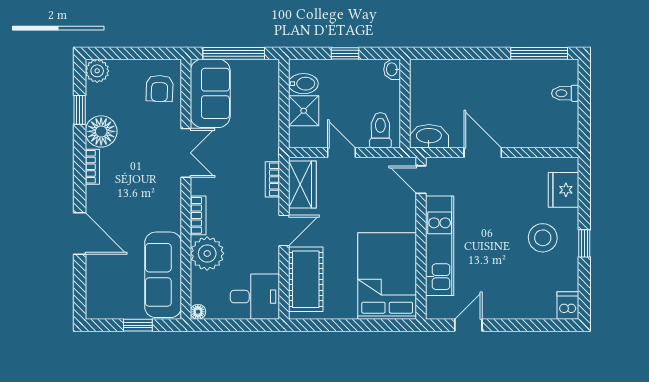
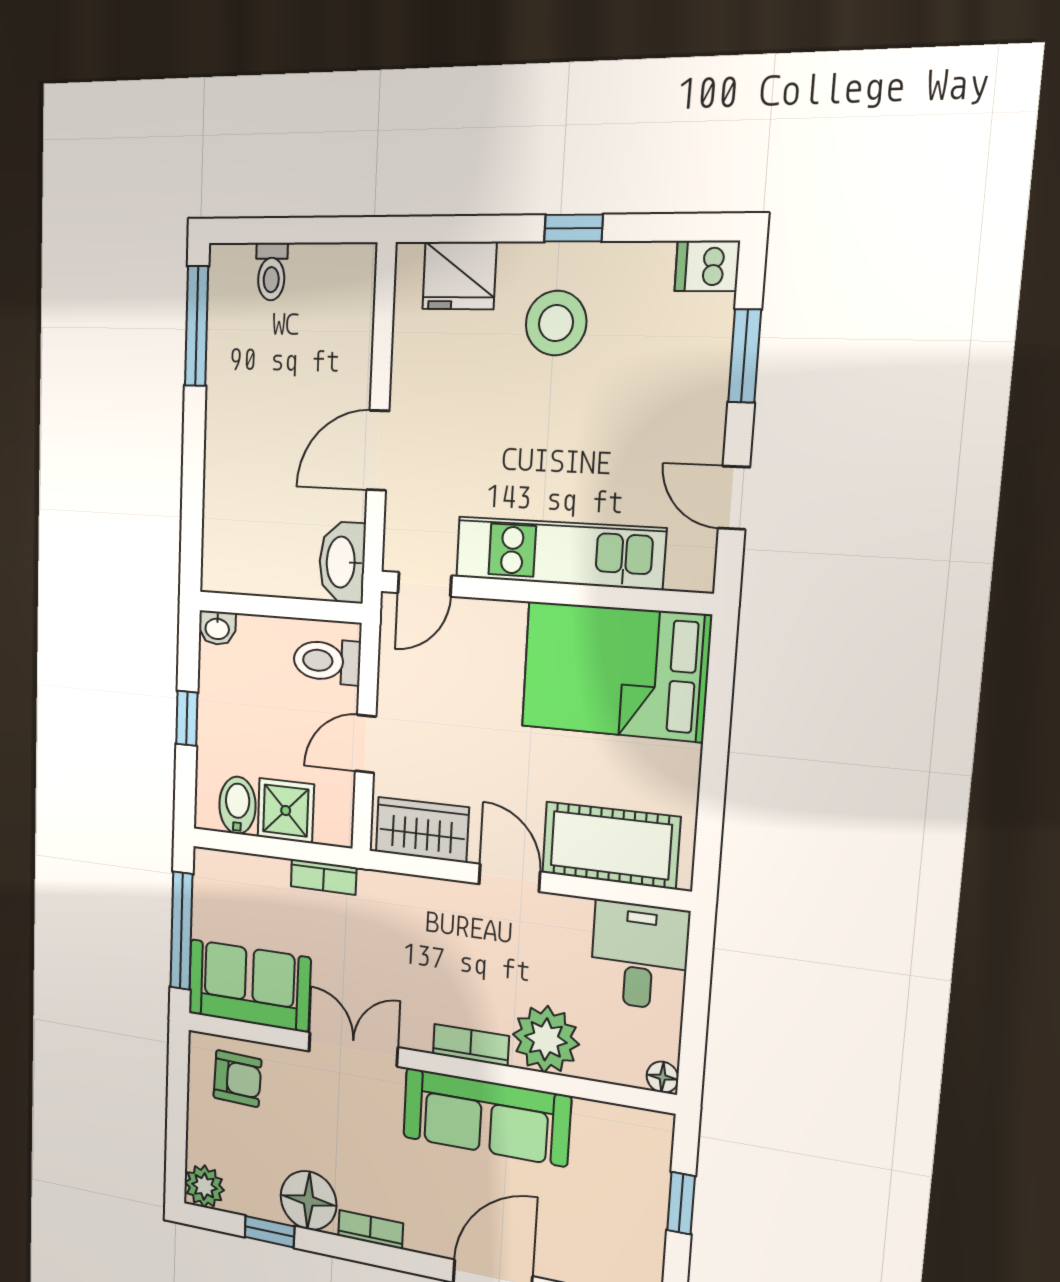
bookcase: (272, 179) -> (324, 877), moved
sofa: (163, 275) -> (486, 1117), moved
window: (530, 325) -> (745, 356), added

